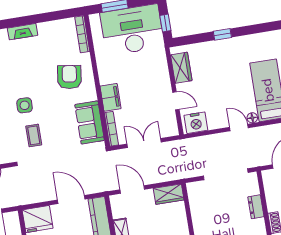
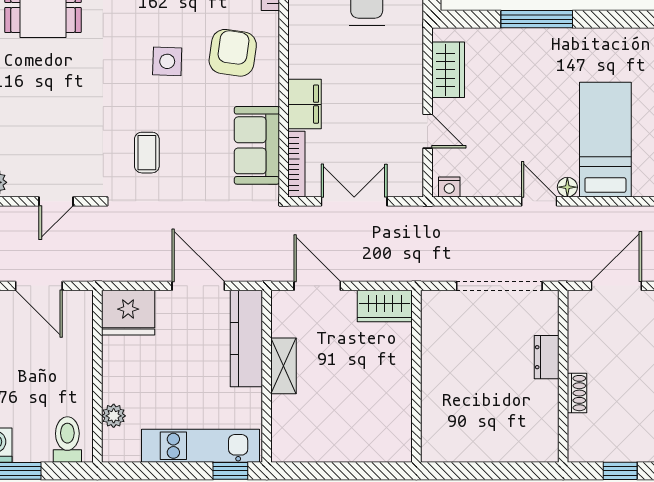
window: (222, 34) -> (537, 19), width x2.17
side table: (25, 105) -> (167, 61), moved
nightstand: (196, 123) -> (449, 187), width x0.53, depth x0.56

